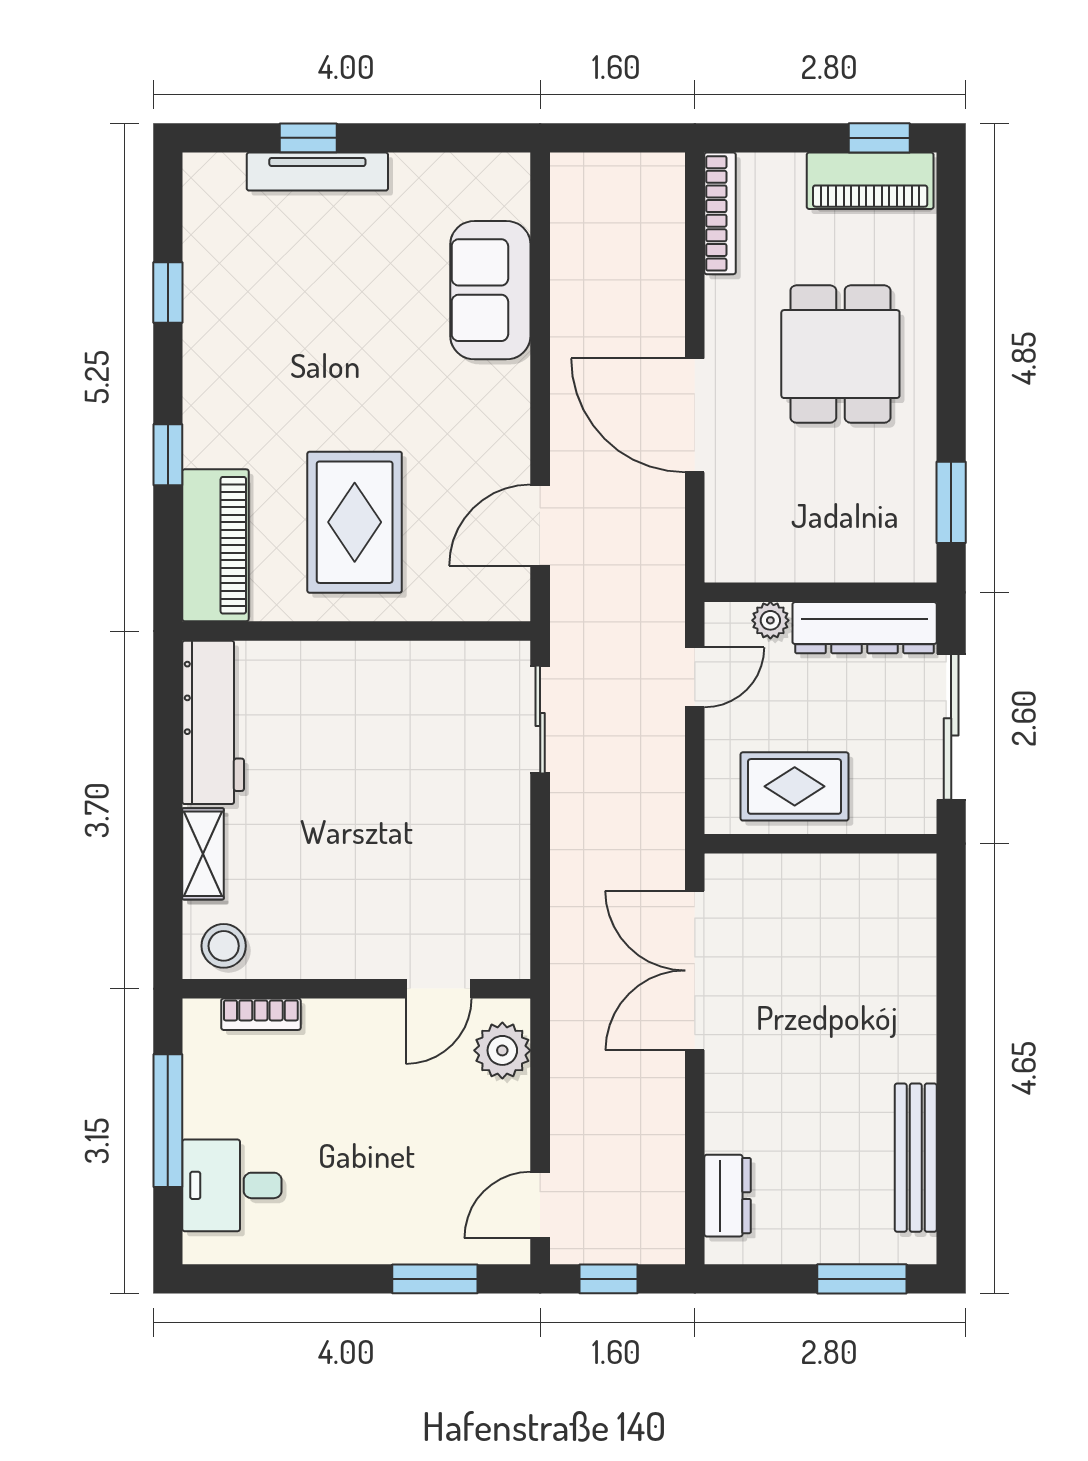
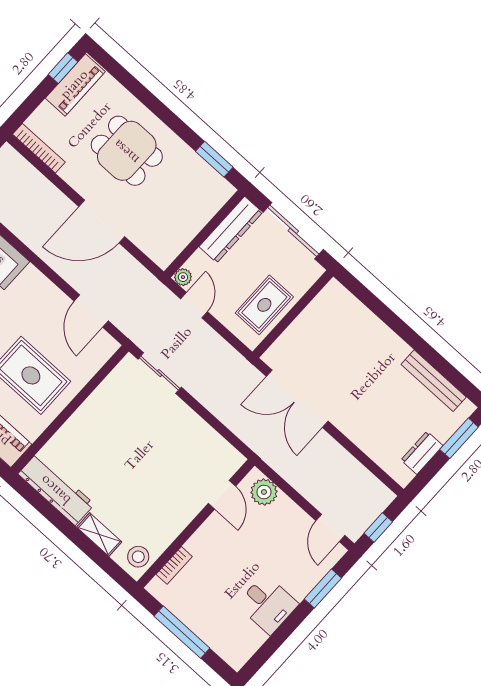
plant: (770, 620) -> (183, 277), moved
desk: (232, 1185) -> (267, 604), moved, turned -90
dresser: (728, 1196) -> (422, 453), moved, turned -90

